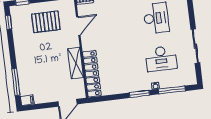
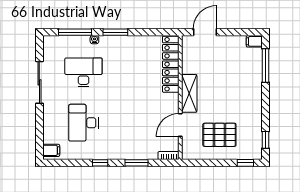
shelving: (76, 63) -> (189, 93), moved

